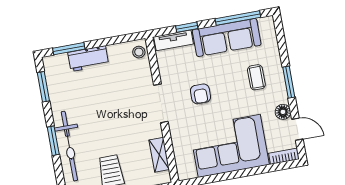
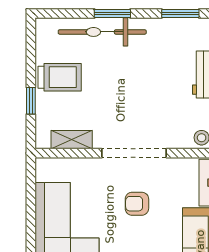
doorway: (161, 103) -> (134, 153), width x1.36

